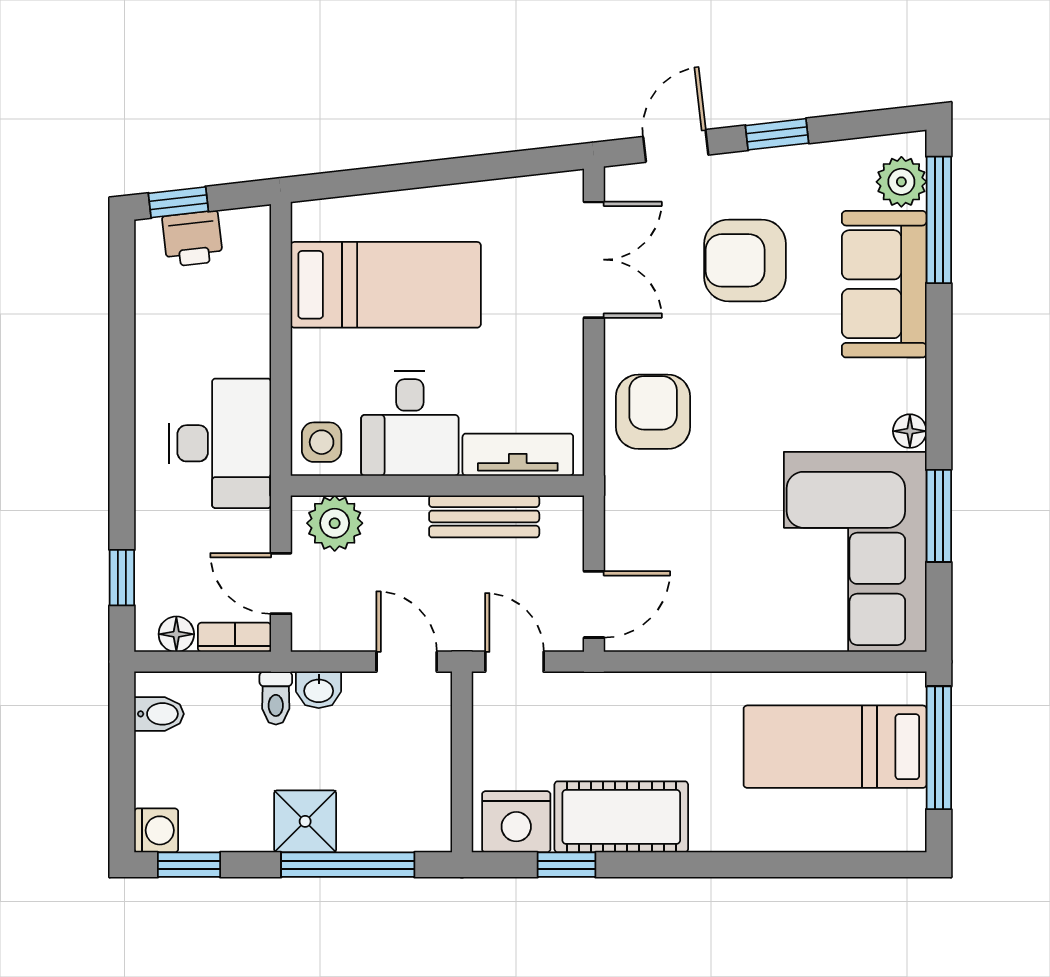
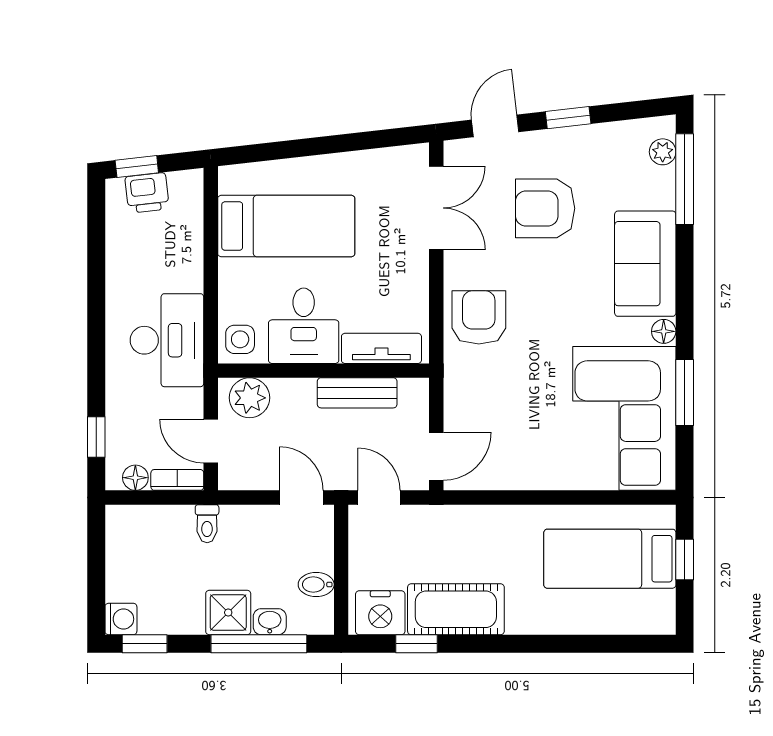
plant: (901, 182) -> (663, 152), width x0.73, depth x0.73
sofa: (884, 284) -> (645, 264), moved
washbasin: (319, 690) -> (270, 622), moved, turned 180
bidet: (159, 714) -> (316, 584), moved, turned 180
window: (939, 748) -> (685, 560), width x0.46

